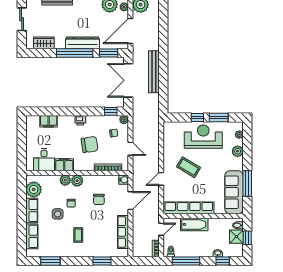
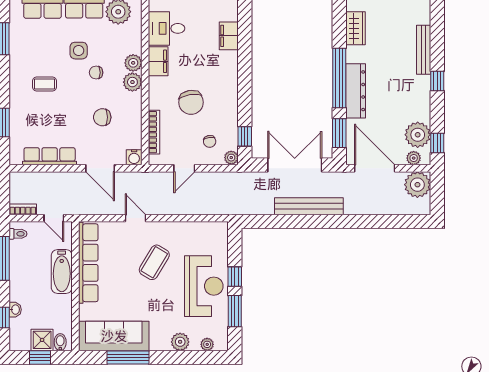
printer: (80, 120) -> (230, 87), removed

